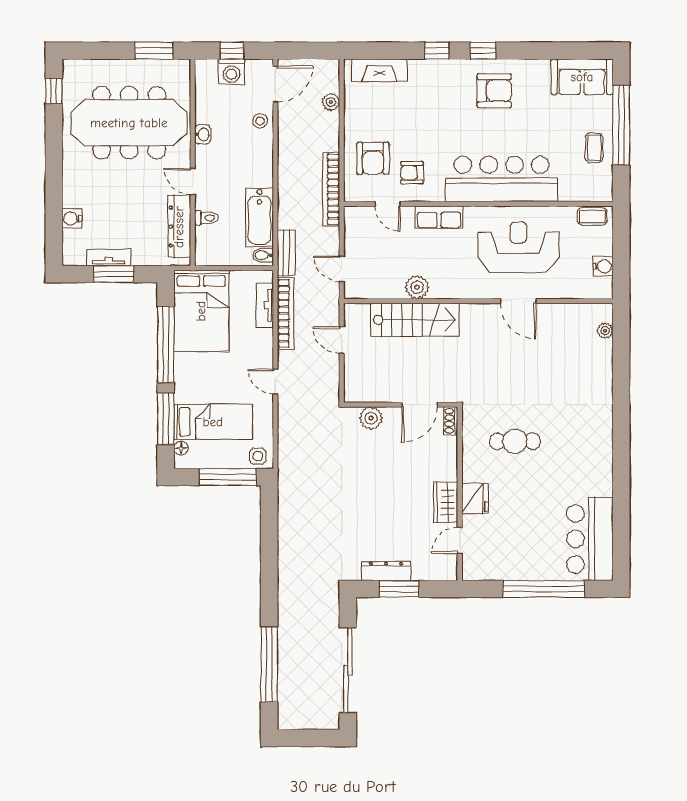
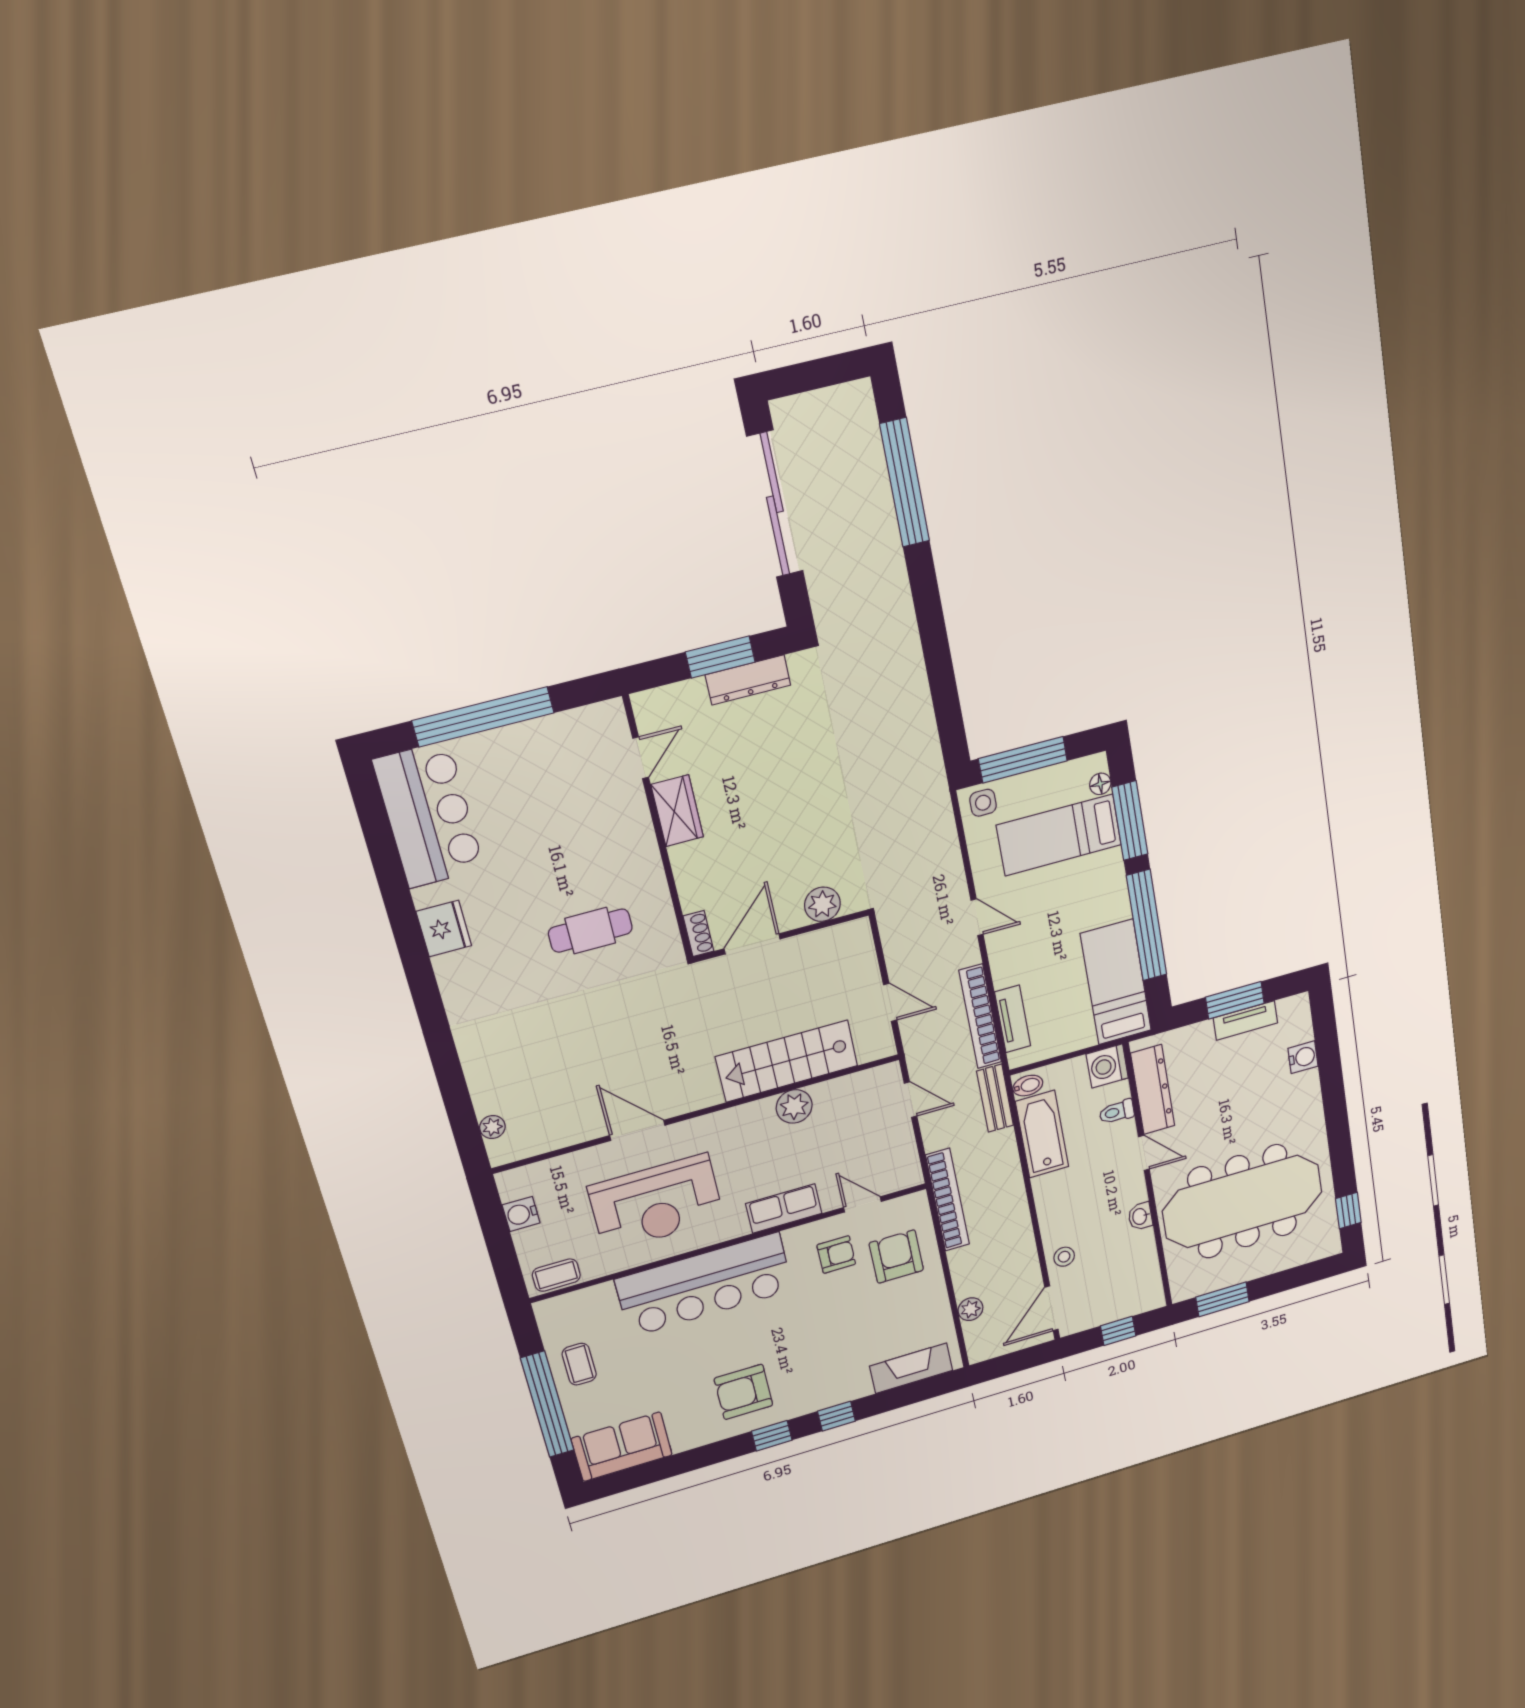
washing machine: (231, 72) -> (1107, 1066), moved, turned -90
bed: (201, 311) -> (1116, 982), width x0.67
fridge: (475, 499) -> (444, 928), moved, turned 180

